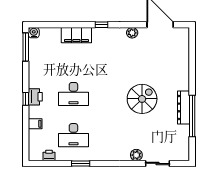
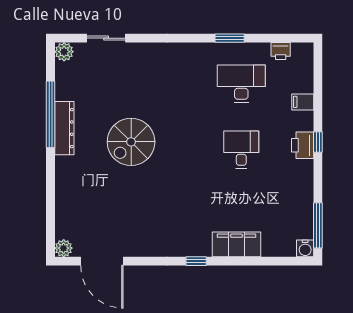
plant: (132, 33) -> (64, 248), moved
desk: (73, 94) -> (241, 150), width x0.73
plant: (136, 155) -> (64, 52), moved

